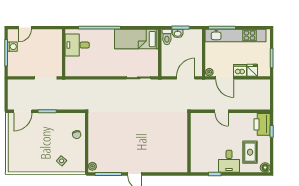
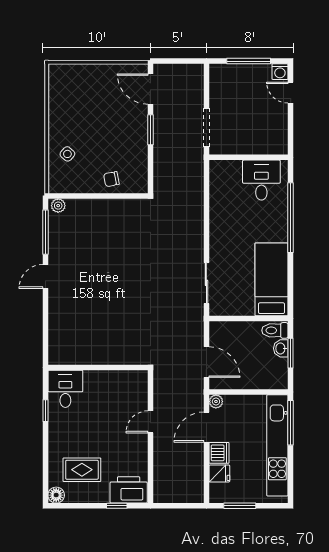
washing machine: (12, 47) -> (280, 72), moved
desk: (229, 161) -> (65, 389), moved, turned 90

